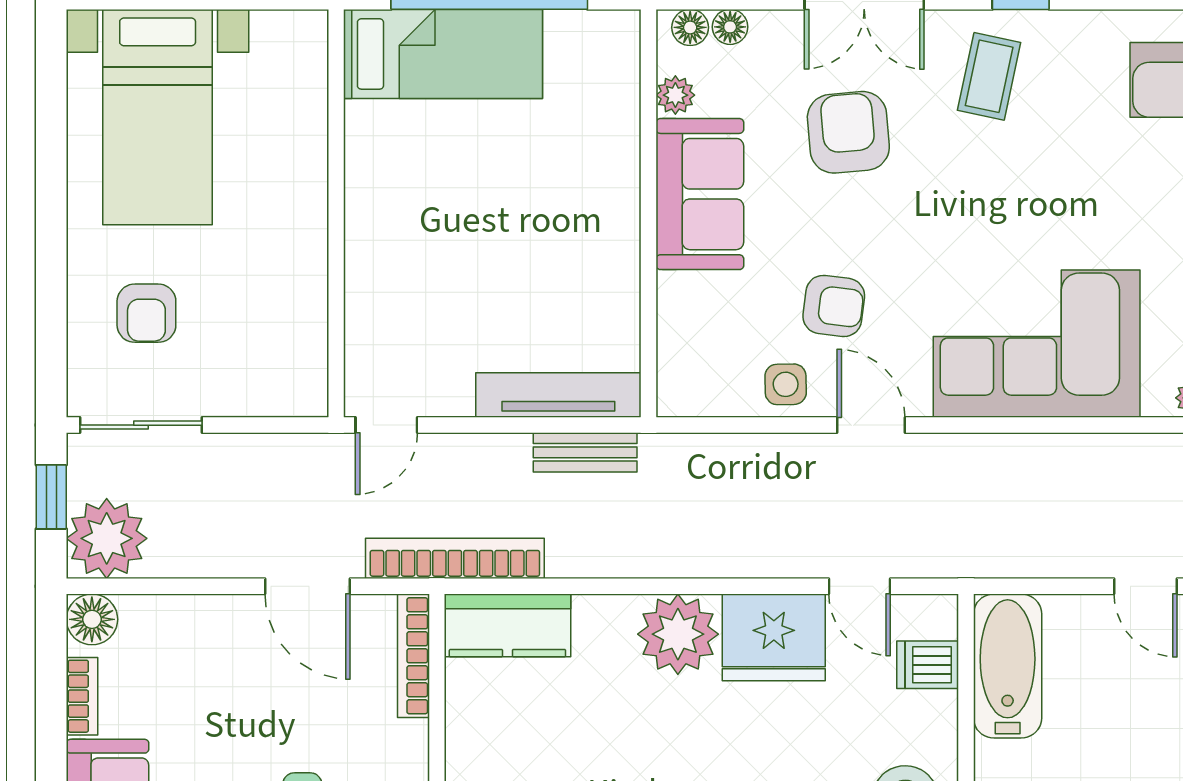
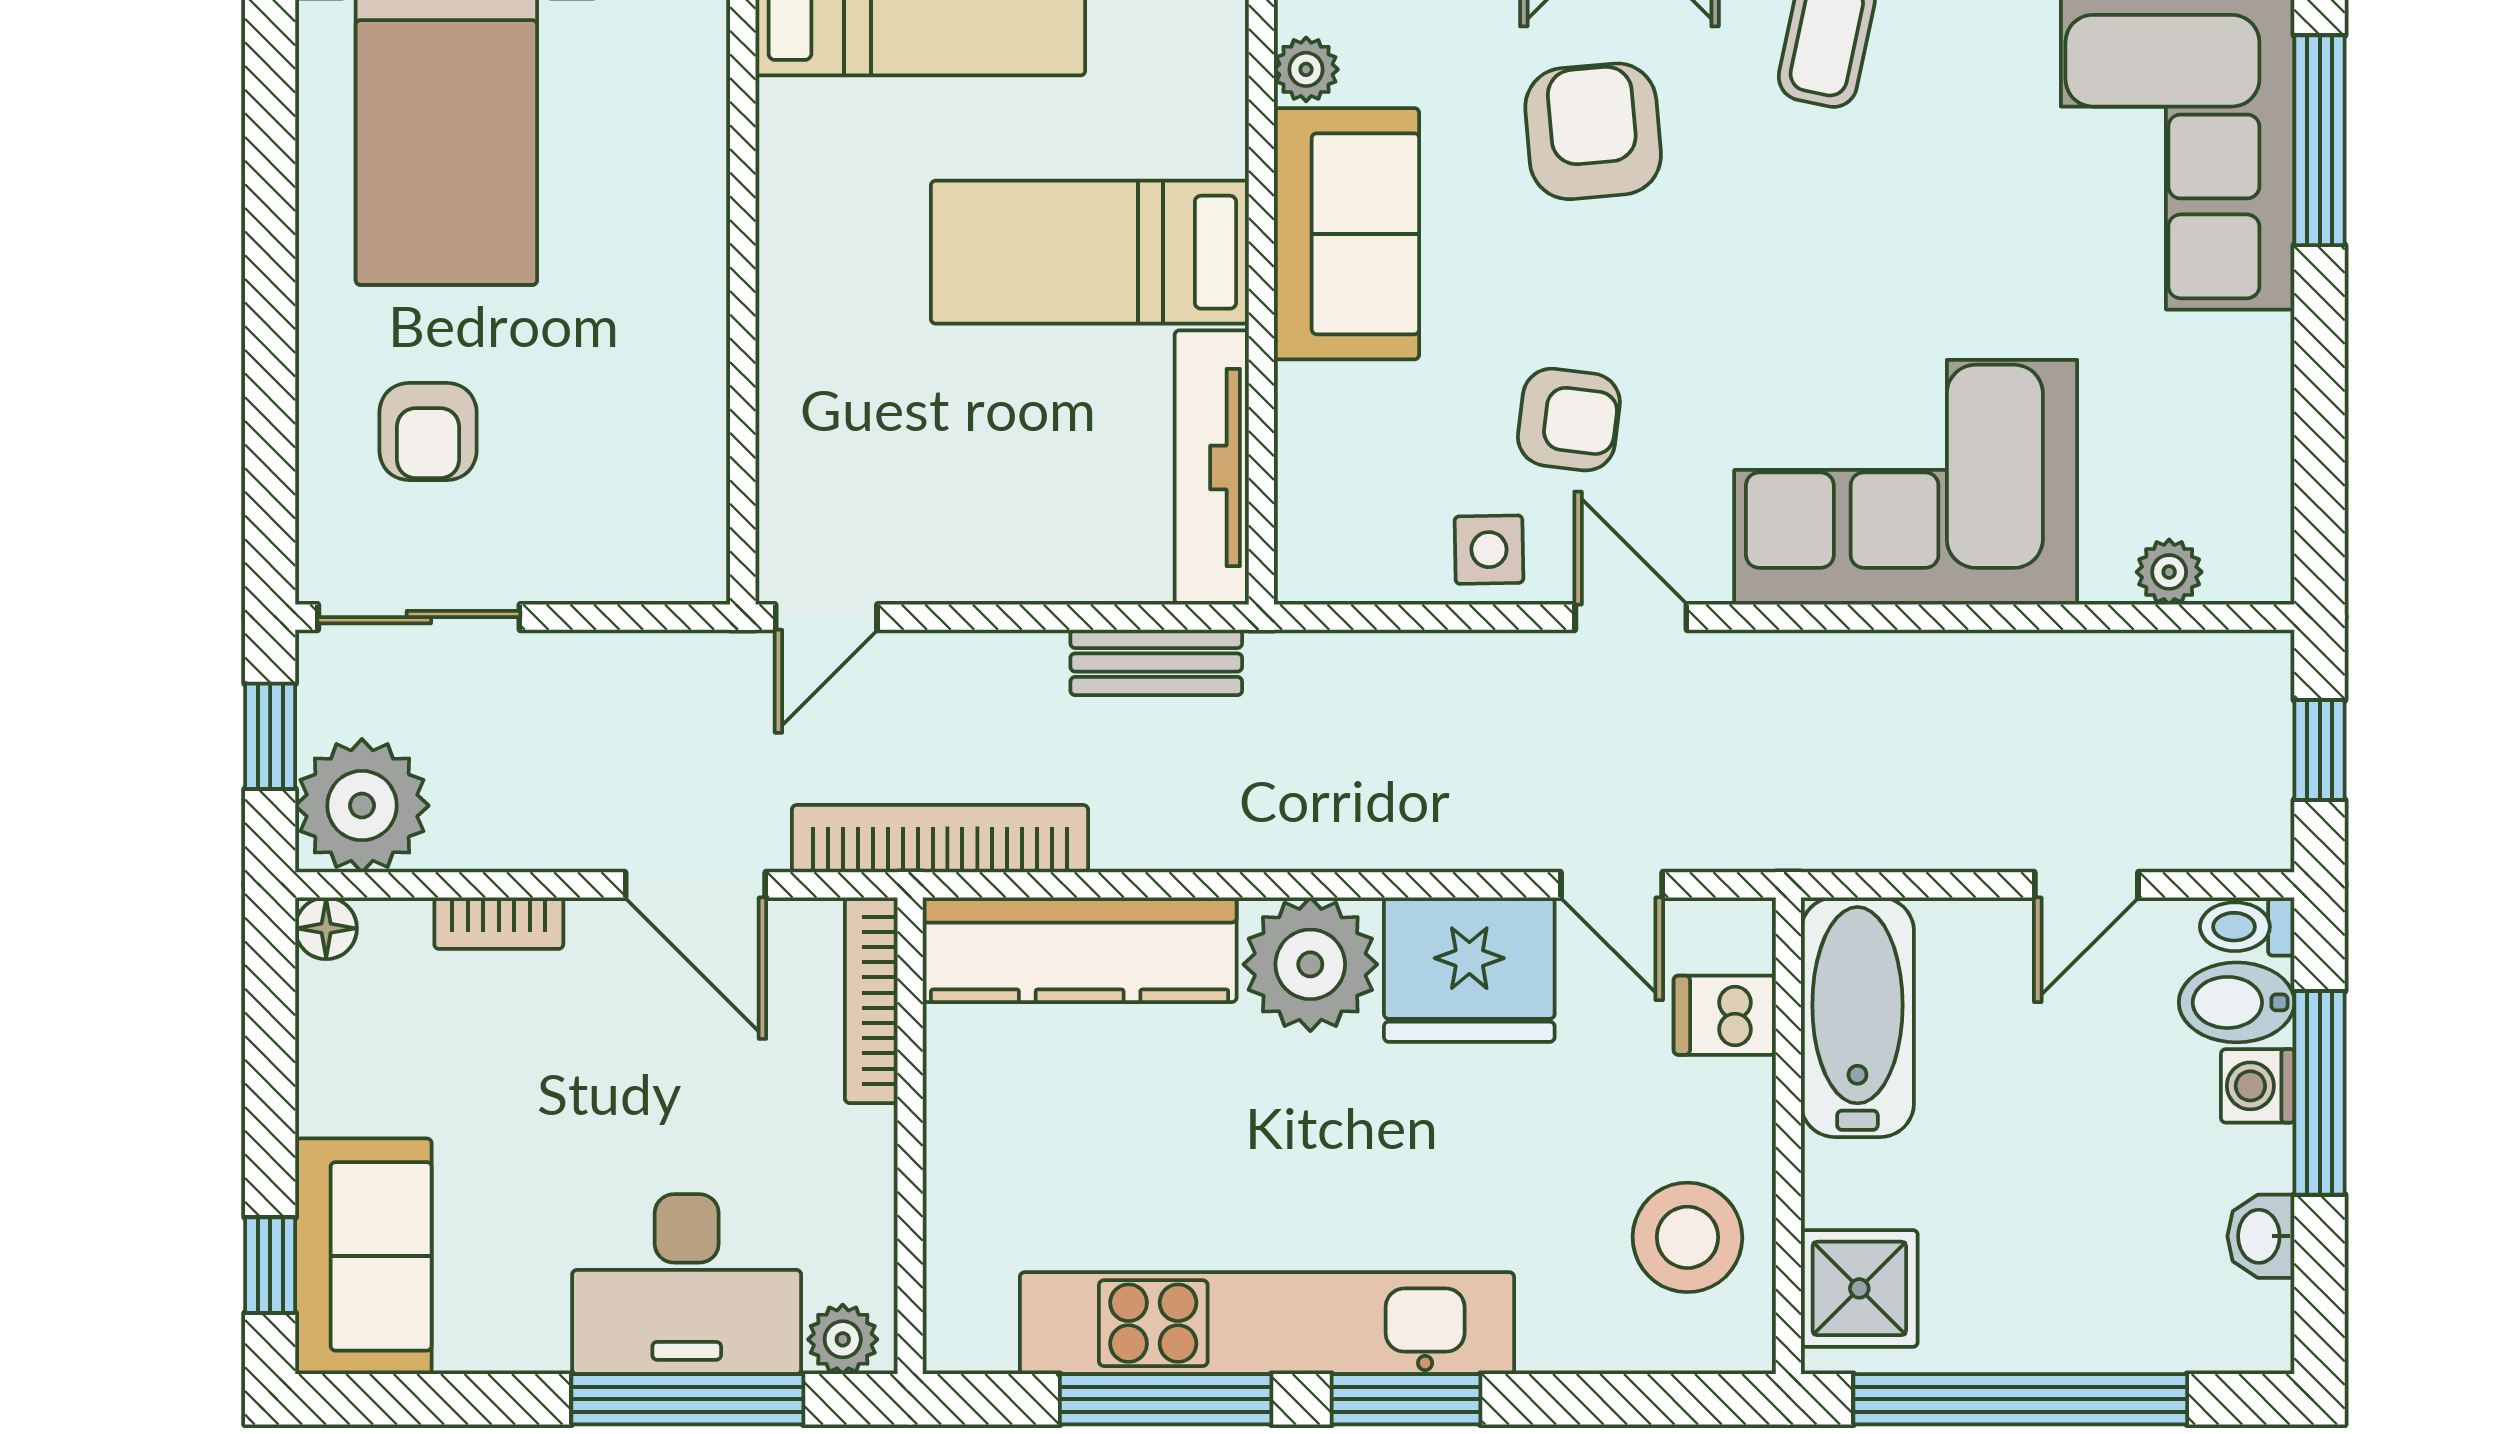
bed: (545, 205) -> (1090, 252), added
tv unit: (558, 395) -> (1212, 468), moved, turned -90
door: (1145, 586) -> (2086, 885), hinge flipped
floor lamp: (92, 619) -> (326, 928), width x0.73, depth x0.73
kitchen counter: (507, 625) -> (1080, 950), width x1.50
bookcase: (82, 696) -> (499, 923), moved, turned 90

